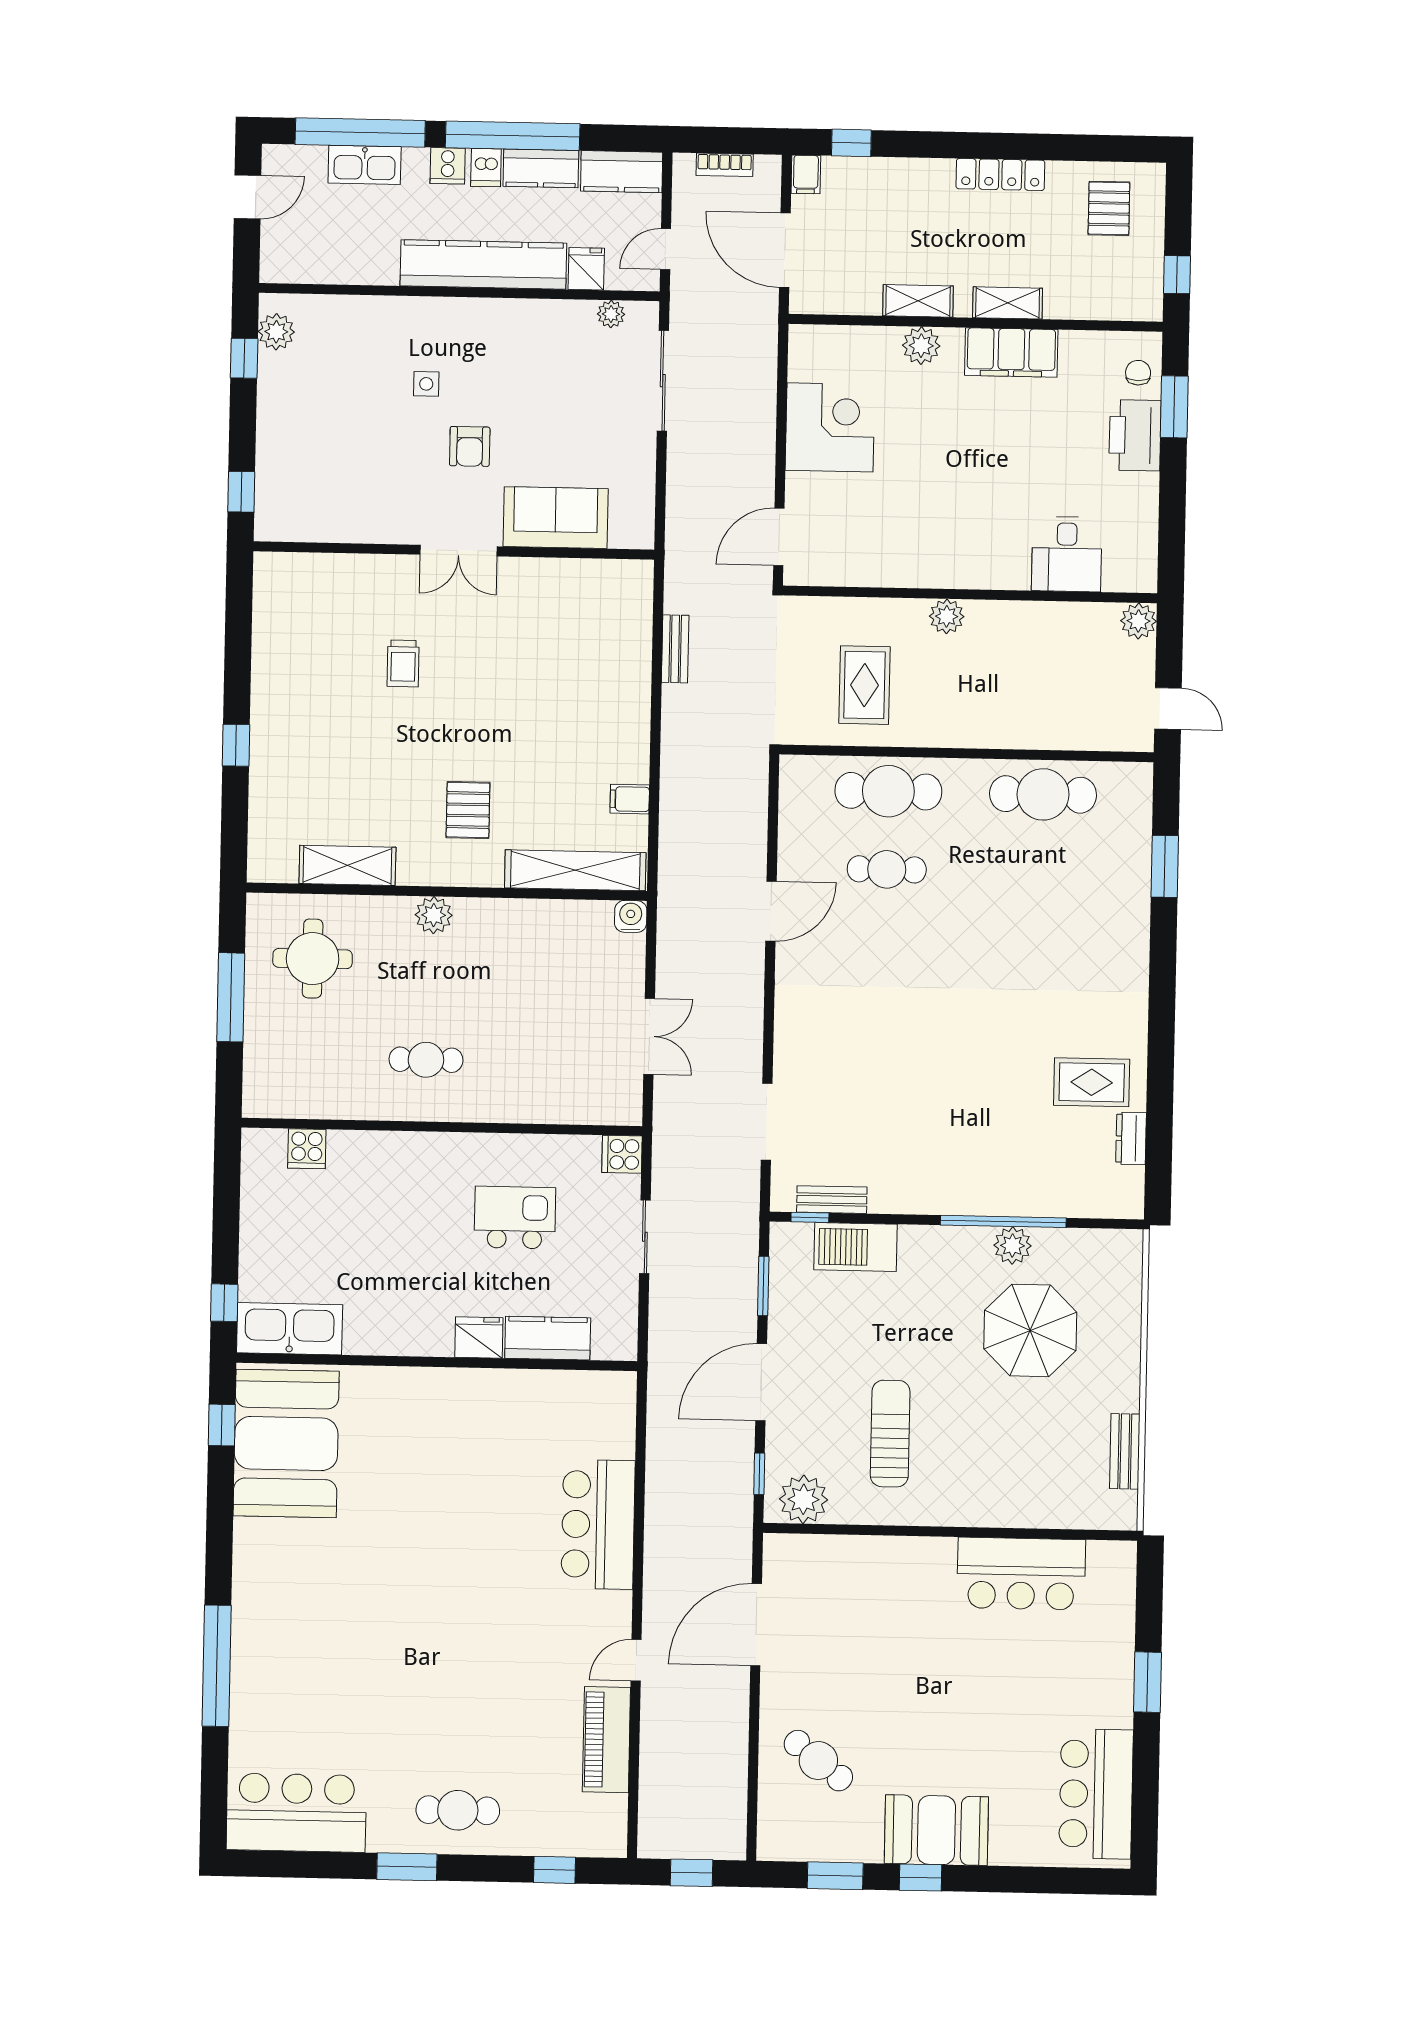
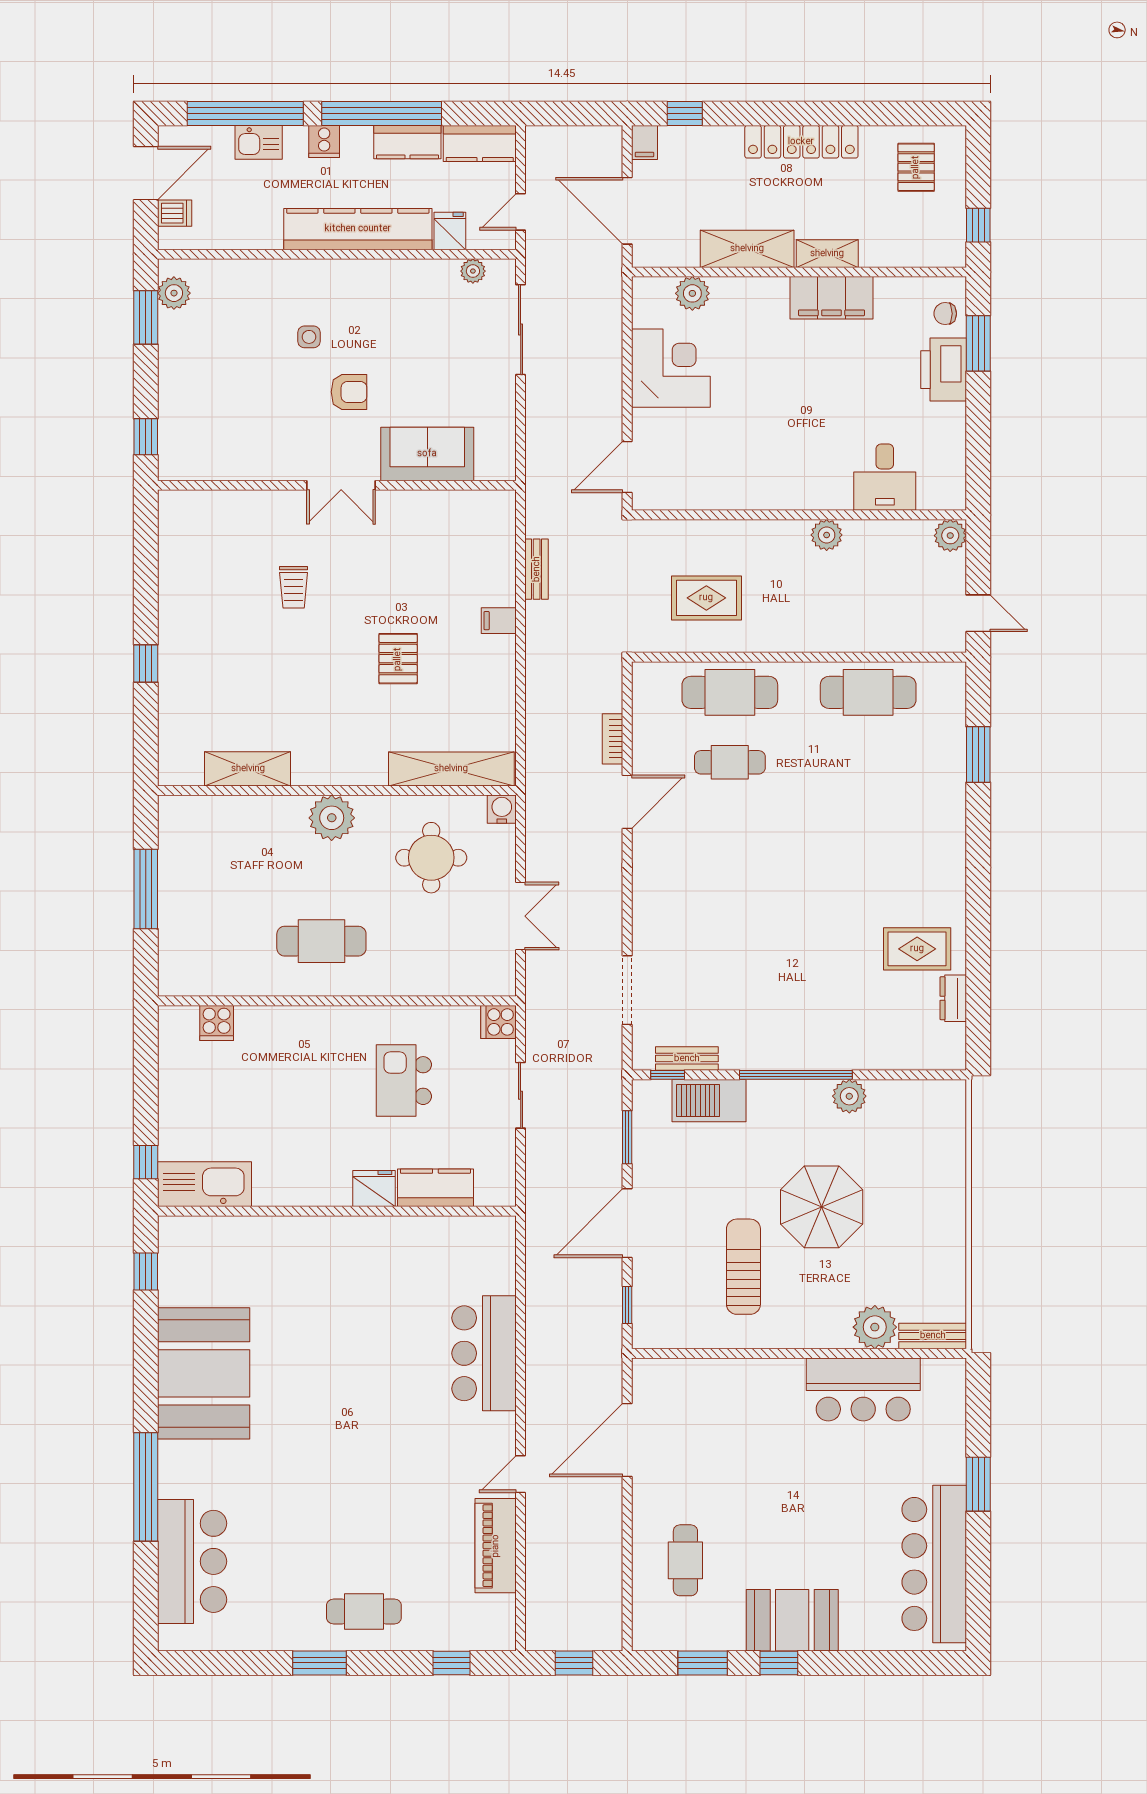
kitchen sink: (365, 165) -> (259, 142), width x0.73
bookcase: (725, 165) -> (613, 739), moved, turned 90
dishwasher: (486, 168) -> (175, 213), moved, turned -90
locker: (1000, 174) -> (801, 142), width x1.41, depth x1.21
door: (247, 197) -> (146, 173), width x1.38
shelving: (918, 301) -> (747, 249), width x1.50, depth x1.33
plant: (921, 346) -> (692, 293), moved
window: (244, 358) -> (146, 317), width x1.50
chair: (1138, 373) -> (945, 314), turned -90
armchair: (470, 446) -> (349, 392), turned -90
plant: (947, 616) -> (827, 535), moved
rug: (864, 685) -> (706, 598), turned 90
filing cabinet: (630, 799) -> (499, 621), moved
pallet: (468, 810) -> (398, 659), moved
plant: (434, 915) -> (332, 818), width x1.36, depth x1.36
round table: (313, 959) -> (431, 858), moved
cafe table: (426, 1060) -> (321, 941), width x1.37, depth x1.35
kitchen island: (515, 1218) -> (404, 1081), turned -90
window: (1003, 1221) -> (796, 1075), moved
parasol: (1030, 1330) -> (822, 1207), moved
booth: (286, 1443) -> (204, 1373), moved
bench: (1125, 1451) -> (933, 1336), moved, turned 90
plant: (803, 1499) -> (875, 1327), moved
cafe table: (818, 1761) -> (685, 1560), turned 52
bar counter: (1096, 1794) -> (934, 1564), width x1.36
bar counter: (296, 1813) -> (192, 1561), moved, turned 90

